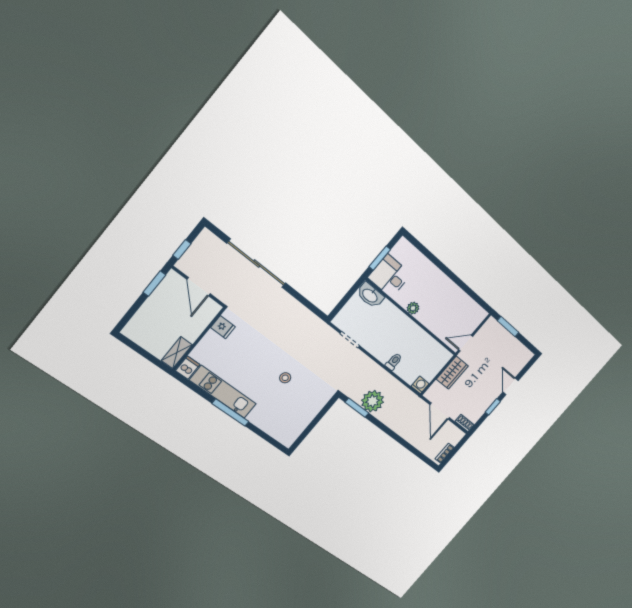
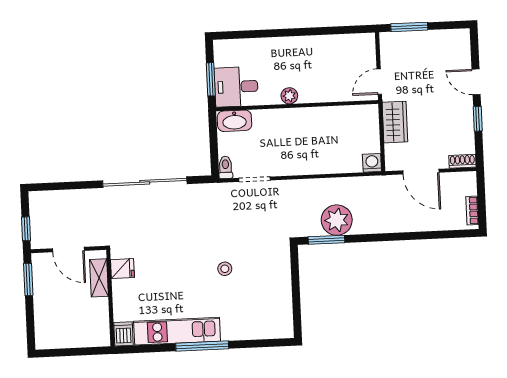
sliding door: (257, 263) -> (145, 182), moved
shelving: (177, 353) -> (99, 278), moved
toilet: (394, 362) -> (226, 167), moved

